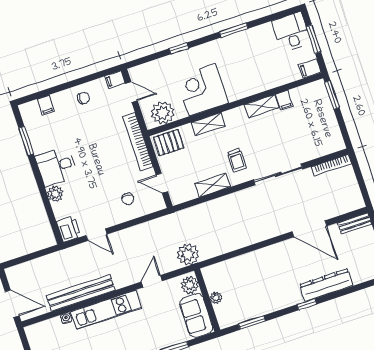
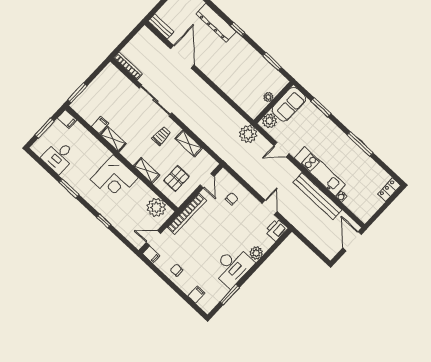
desk: (291, 32) -> (59, 157), moved
corner desk: (202, 90) -> (114, 178), moved
door: (132, 92) -> (153, 238), hinge flipped
pallet: (169, 143) -> (176, 179), moved, turned 90
desk: (56, 166) -> (233, 266), width x1.37

